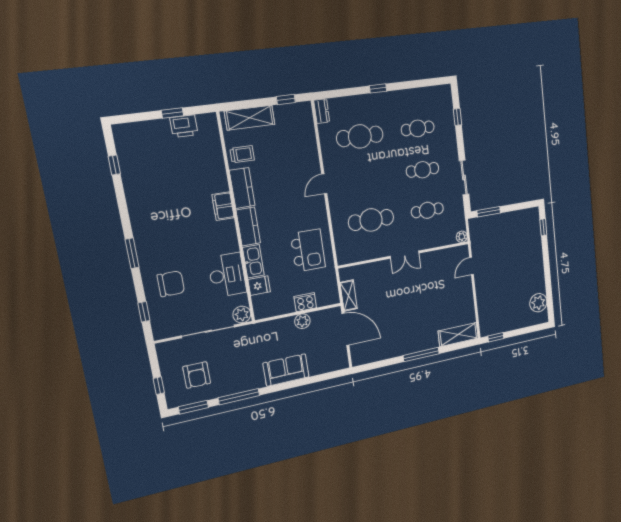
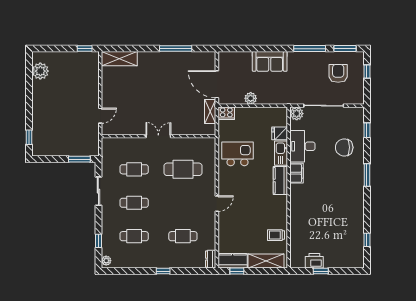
cafe table: (360, 136) -> (183, 236), width x0.73, depth x0.74
kitchen counter: (242, 188) -> (233, 261), moved, turned 90
filing cabinet: (223, 206) -> (297, 173), moved
plant: (462, 237) -> (106, 261), moved
kitchen island: (308, 250) -> (238, 154), turned 90
cooker: (305, 302) -> (226, 113), moved
window: (421, 355) -> (176, 49), moved

